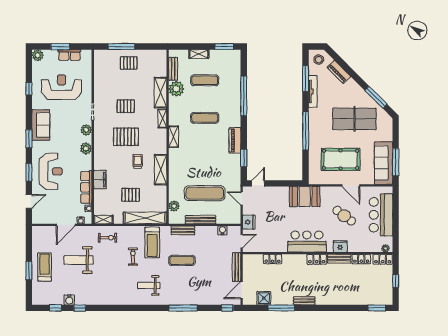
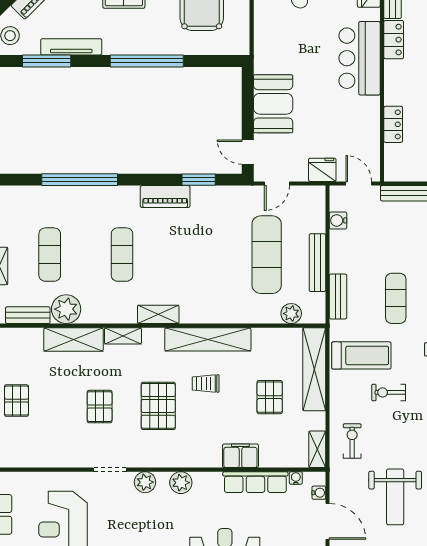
shelving: (161, 170) -> (208, 339), width x1.47
booth: (305, 197) -> (273, 104), moved

